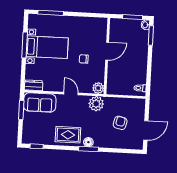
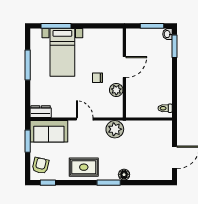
bed with nightstands: (47, 47) -> (62, 52), moved, turned 90
plant: (98, 88) -> (116, 90), moved
armchair: (120, 123) -> (40, 166), moved
floor lamp: (88, 142) -> (124, 175), moved

